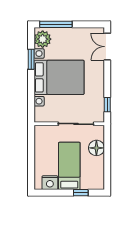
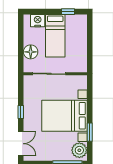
window: (107, 105) -> (21, 112), moved
nightstand: (50, 183) -> (38, 21), moved
window: (81, 193) -> (68, 12), moved

